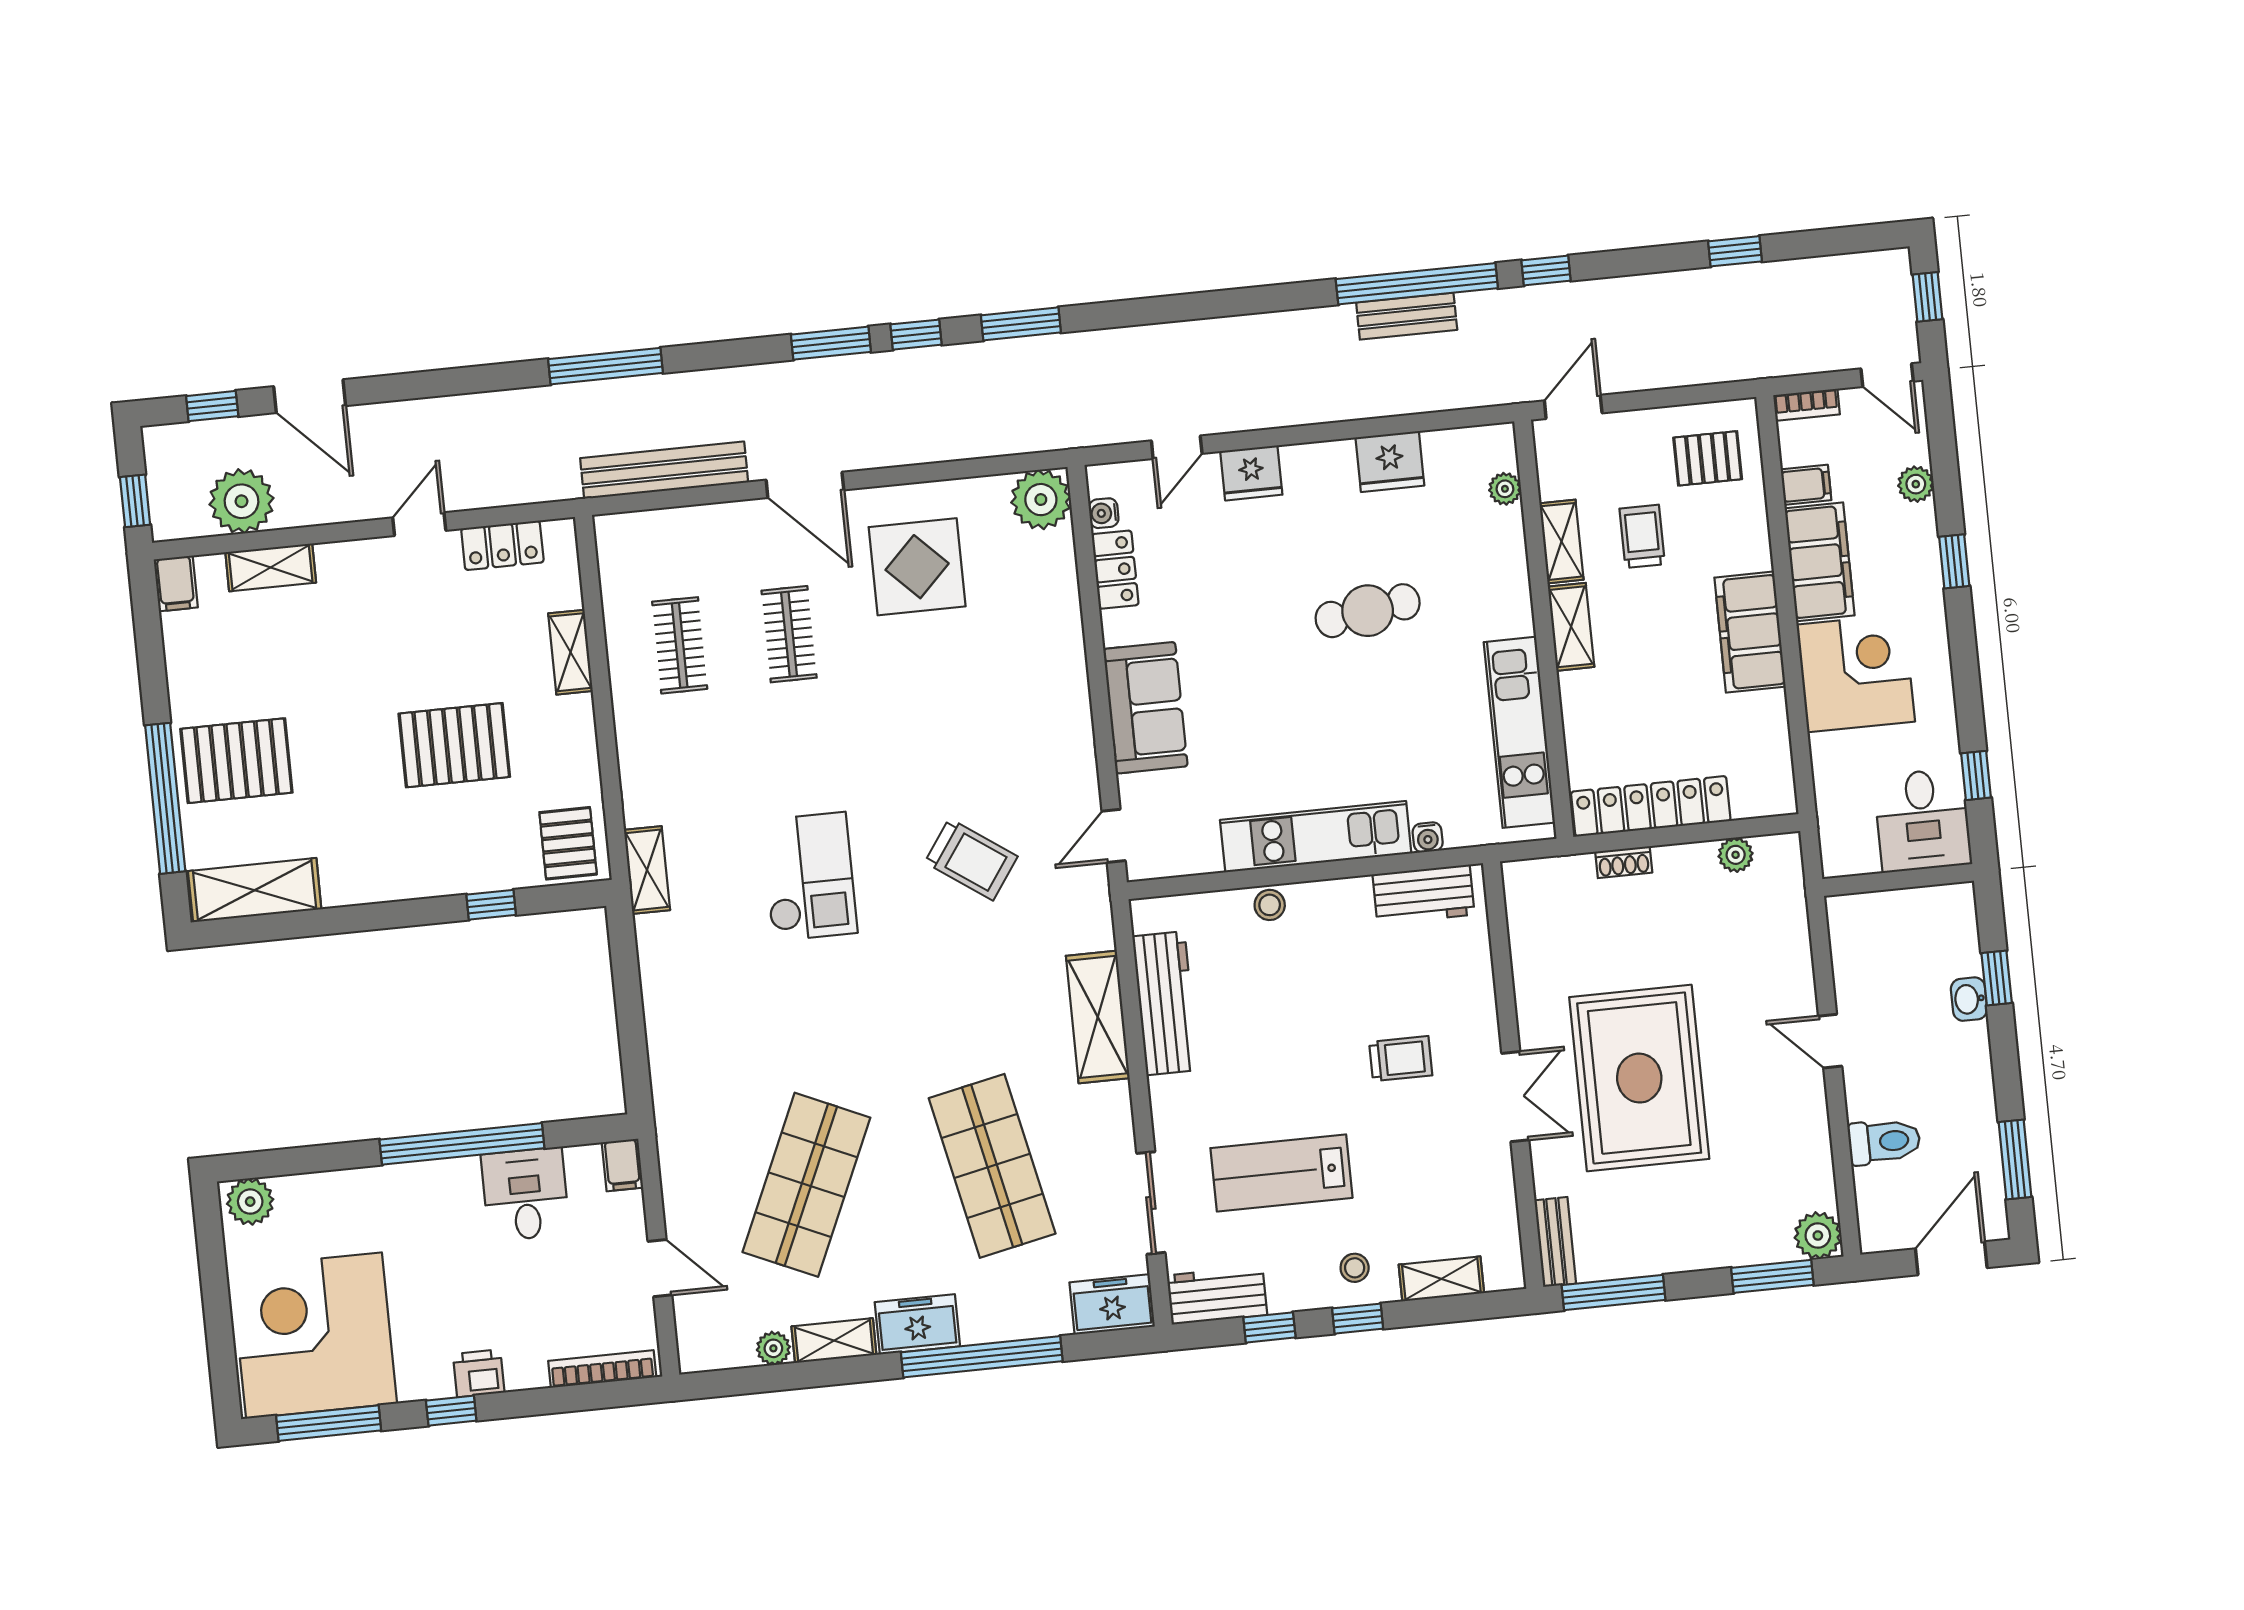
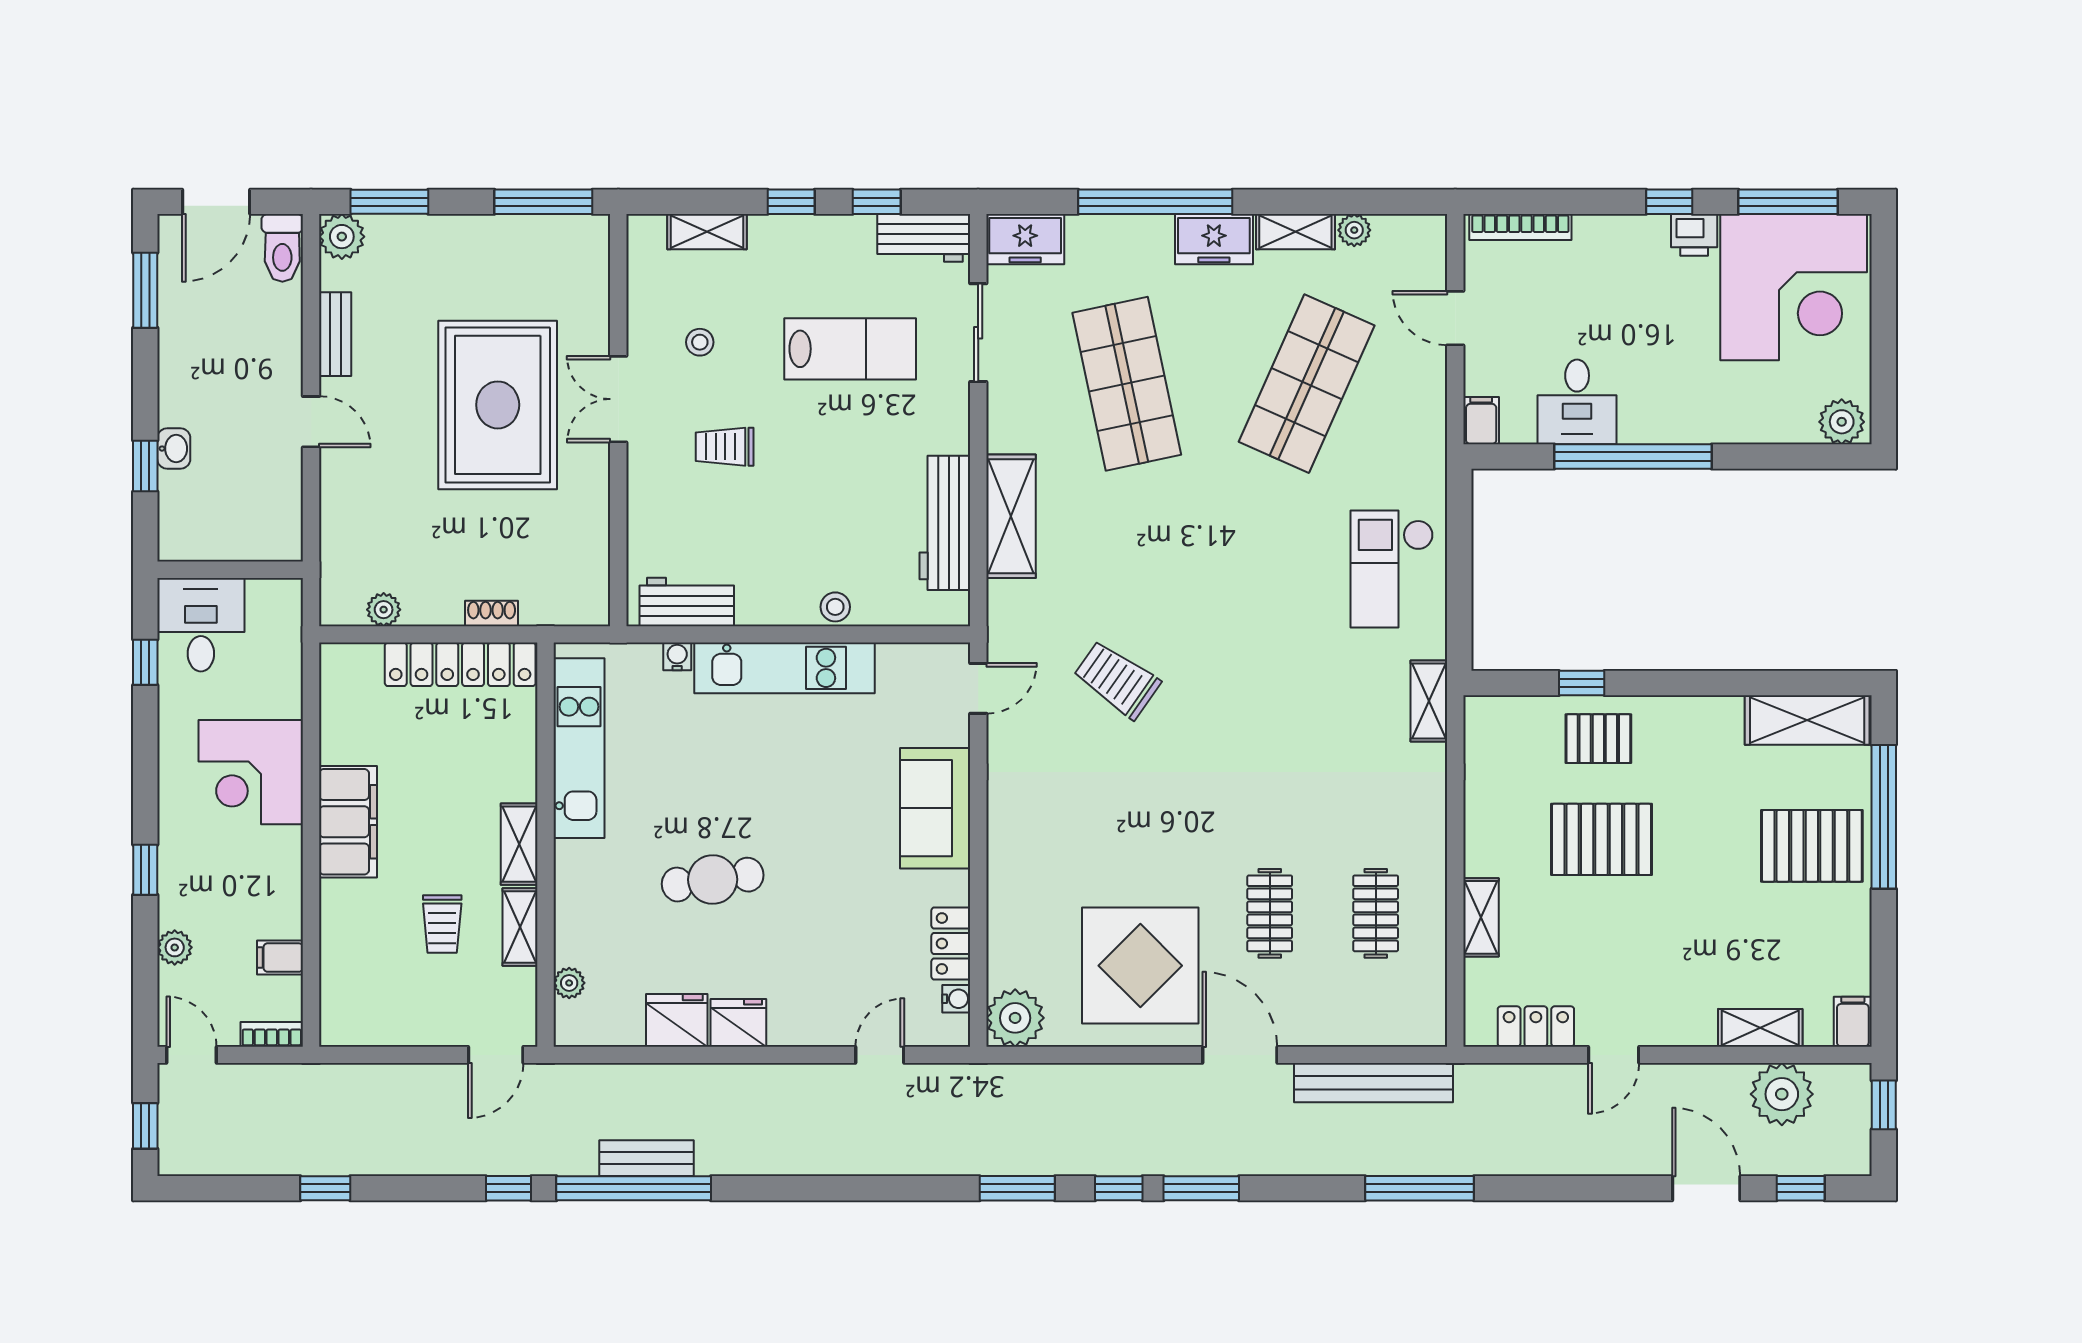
pallet: (1708, 458) -> (372, 992), removed
fridge: (1251, 473) -> (738, 1023), moved
filing cabinet: (1820, 562) -> (275, 882), removed
display table: (917, 567) -> (1140, 966), width x1.36, depth x1.36
pallet: (568, 843) -> (1598, 739), moved, turned 90
checkout: (809, 876) -> (1392, 569), moved
toilet: (1884, 1142) -> (282, 248), moved, turned -90
bench: (1555, 1242) -> (335, 334), moved
stool: (1355, 1268) -> (700, 342), moved
printer: (479, 1373) -> (1694, 235), moved

